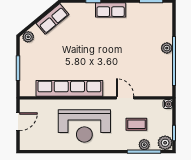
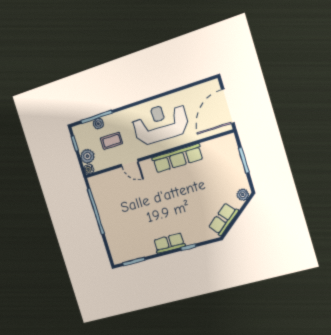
plant: (167, 48) -> (106, 222), removed
row of seats: (69, 88) -> (177, 158), width x0.73
door: (18, 122) -> (228, 106), width x1.88
plant: (165, 143) -> (87, 156), moved

